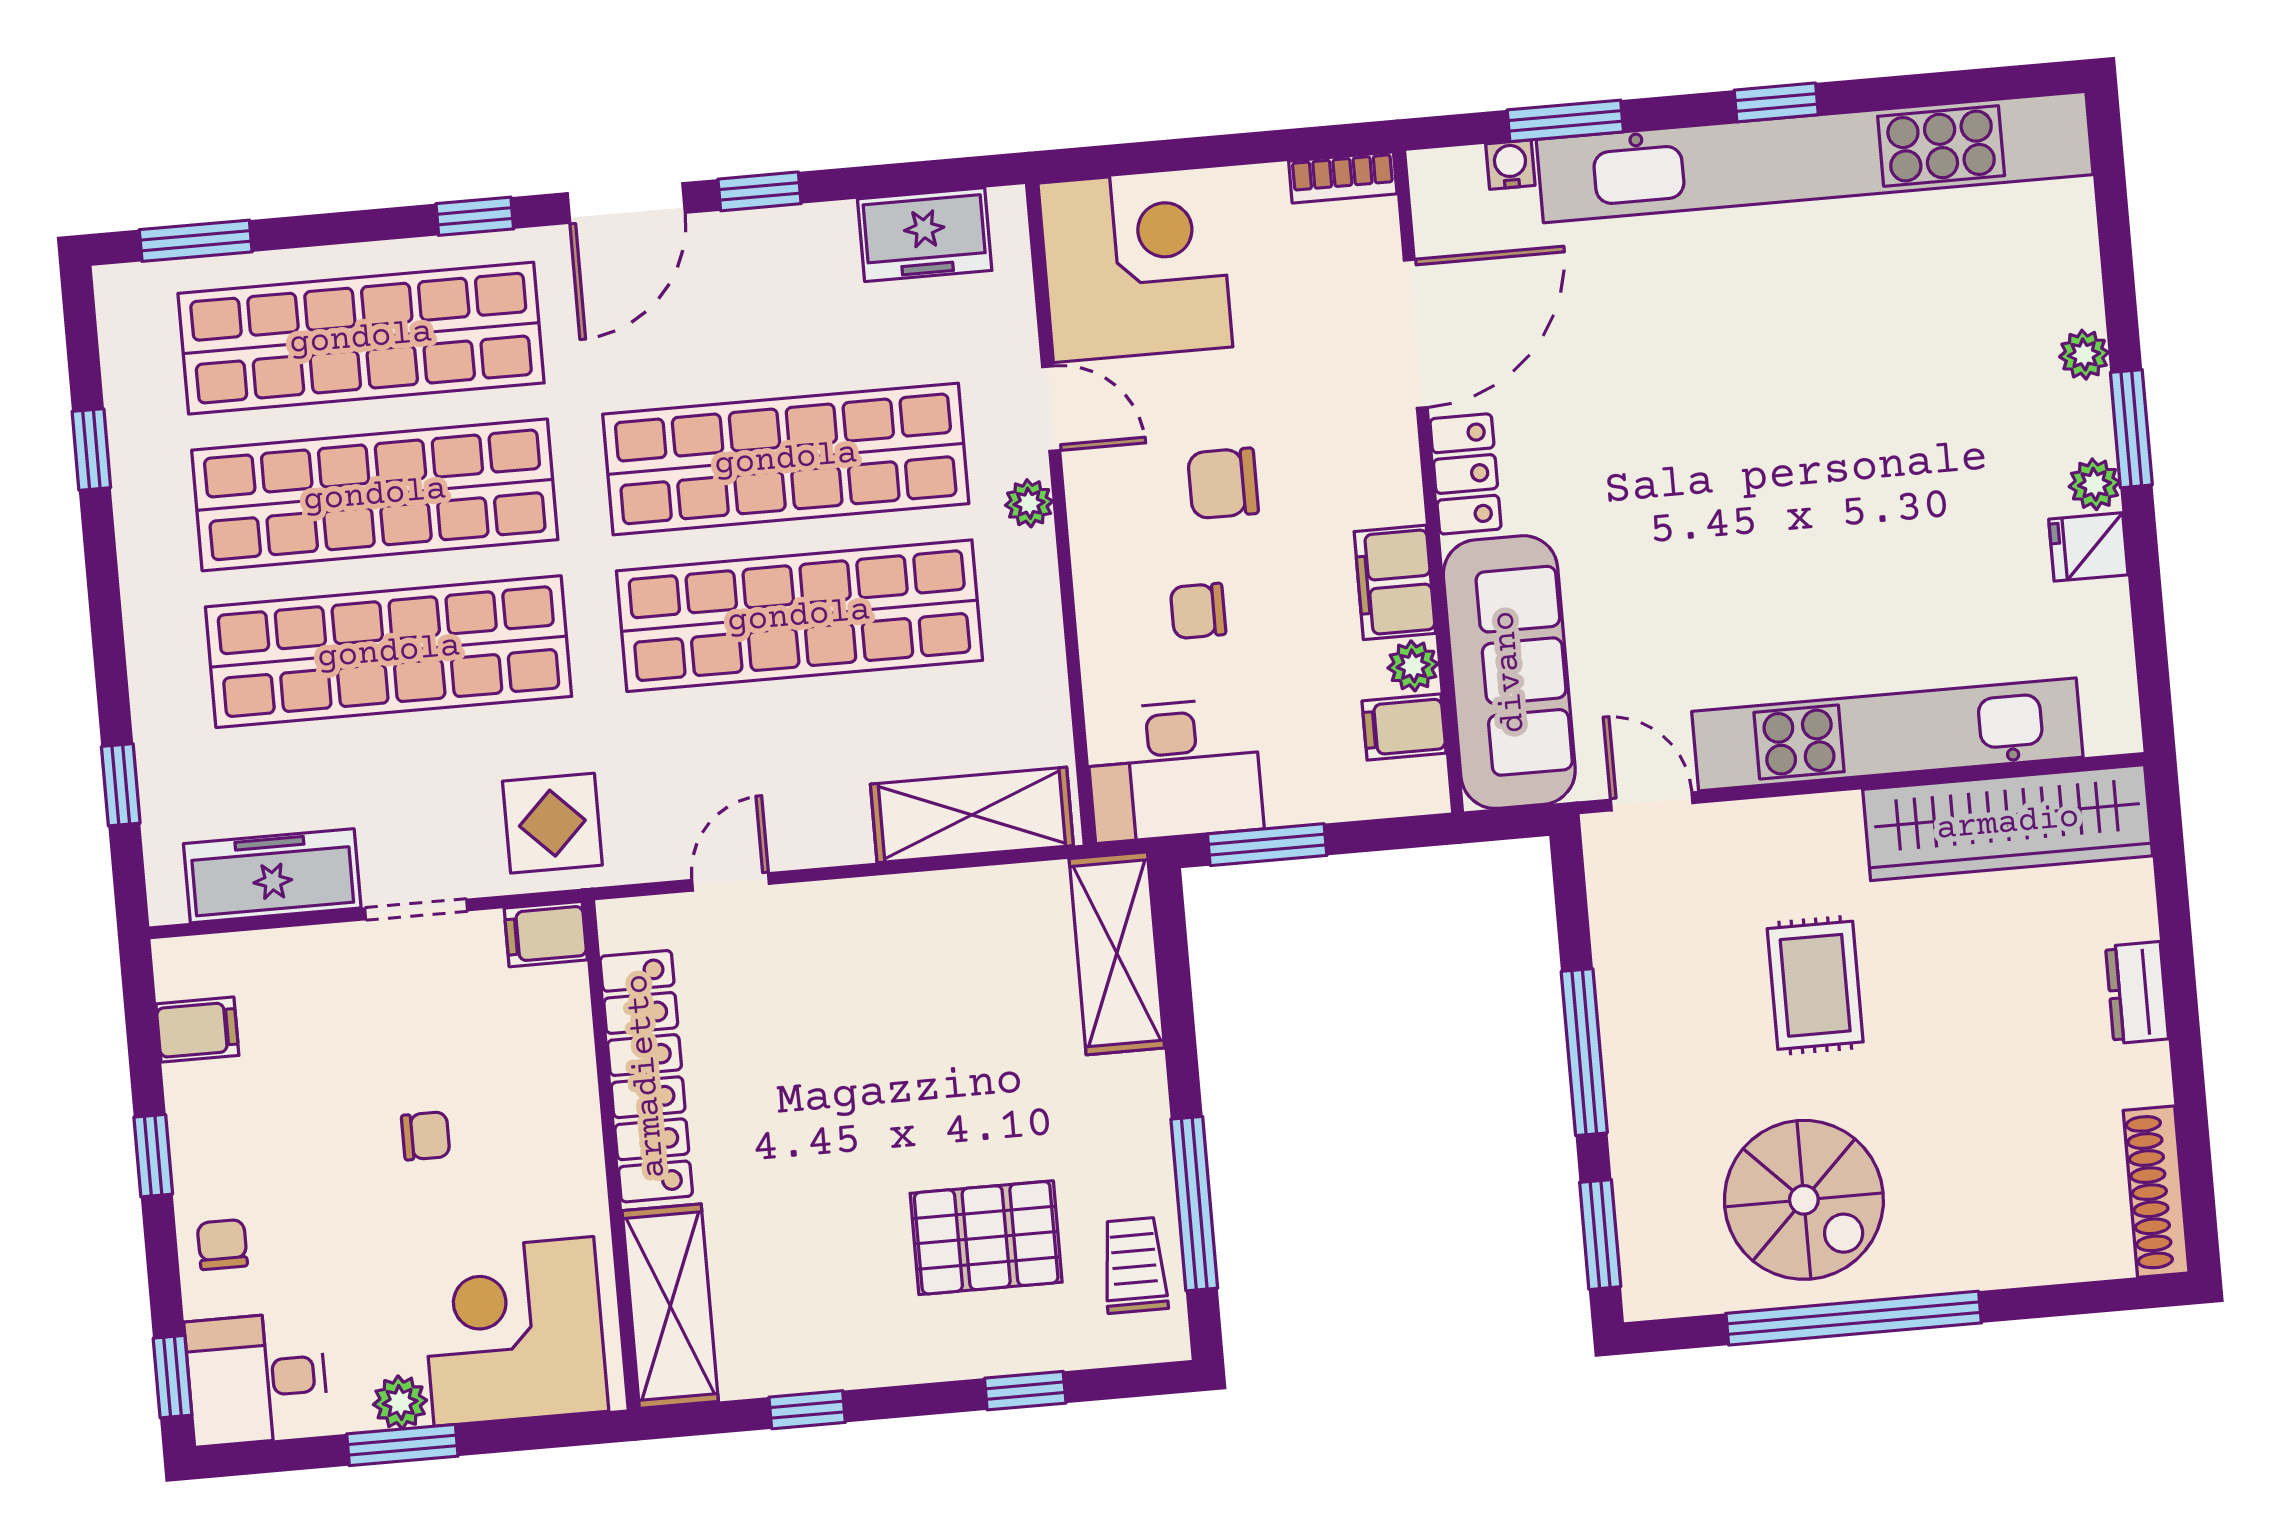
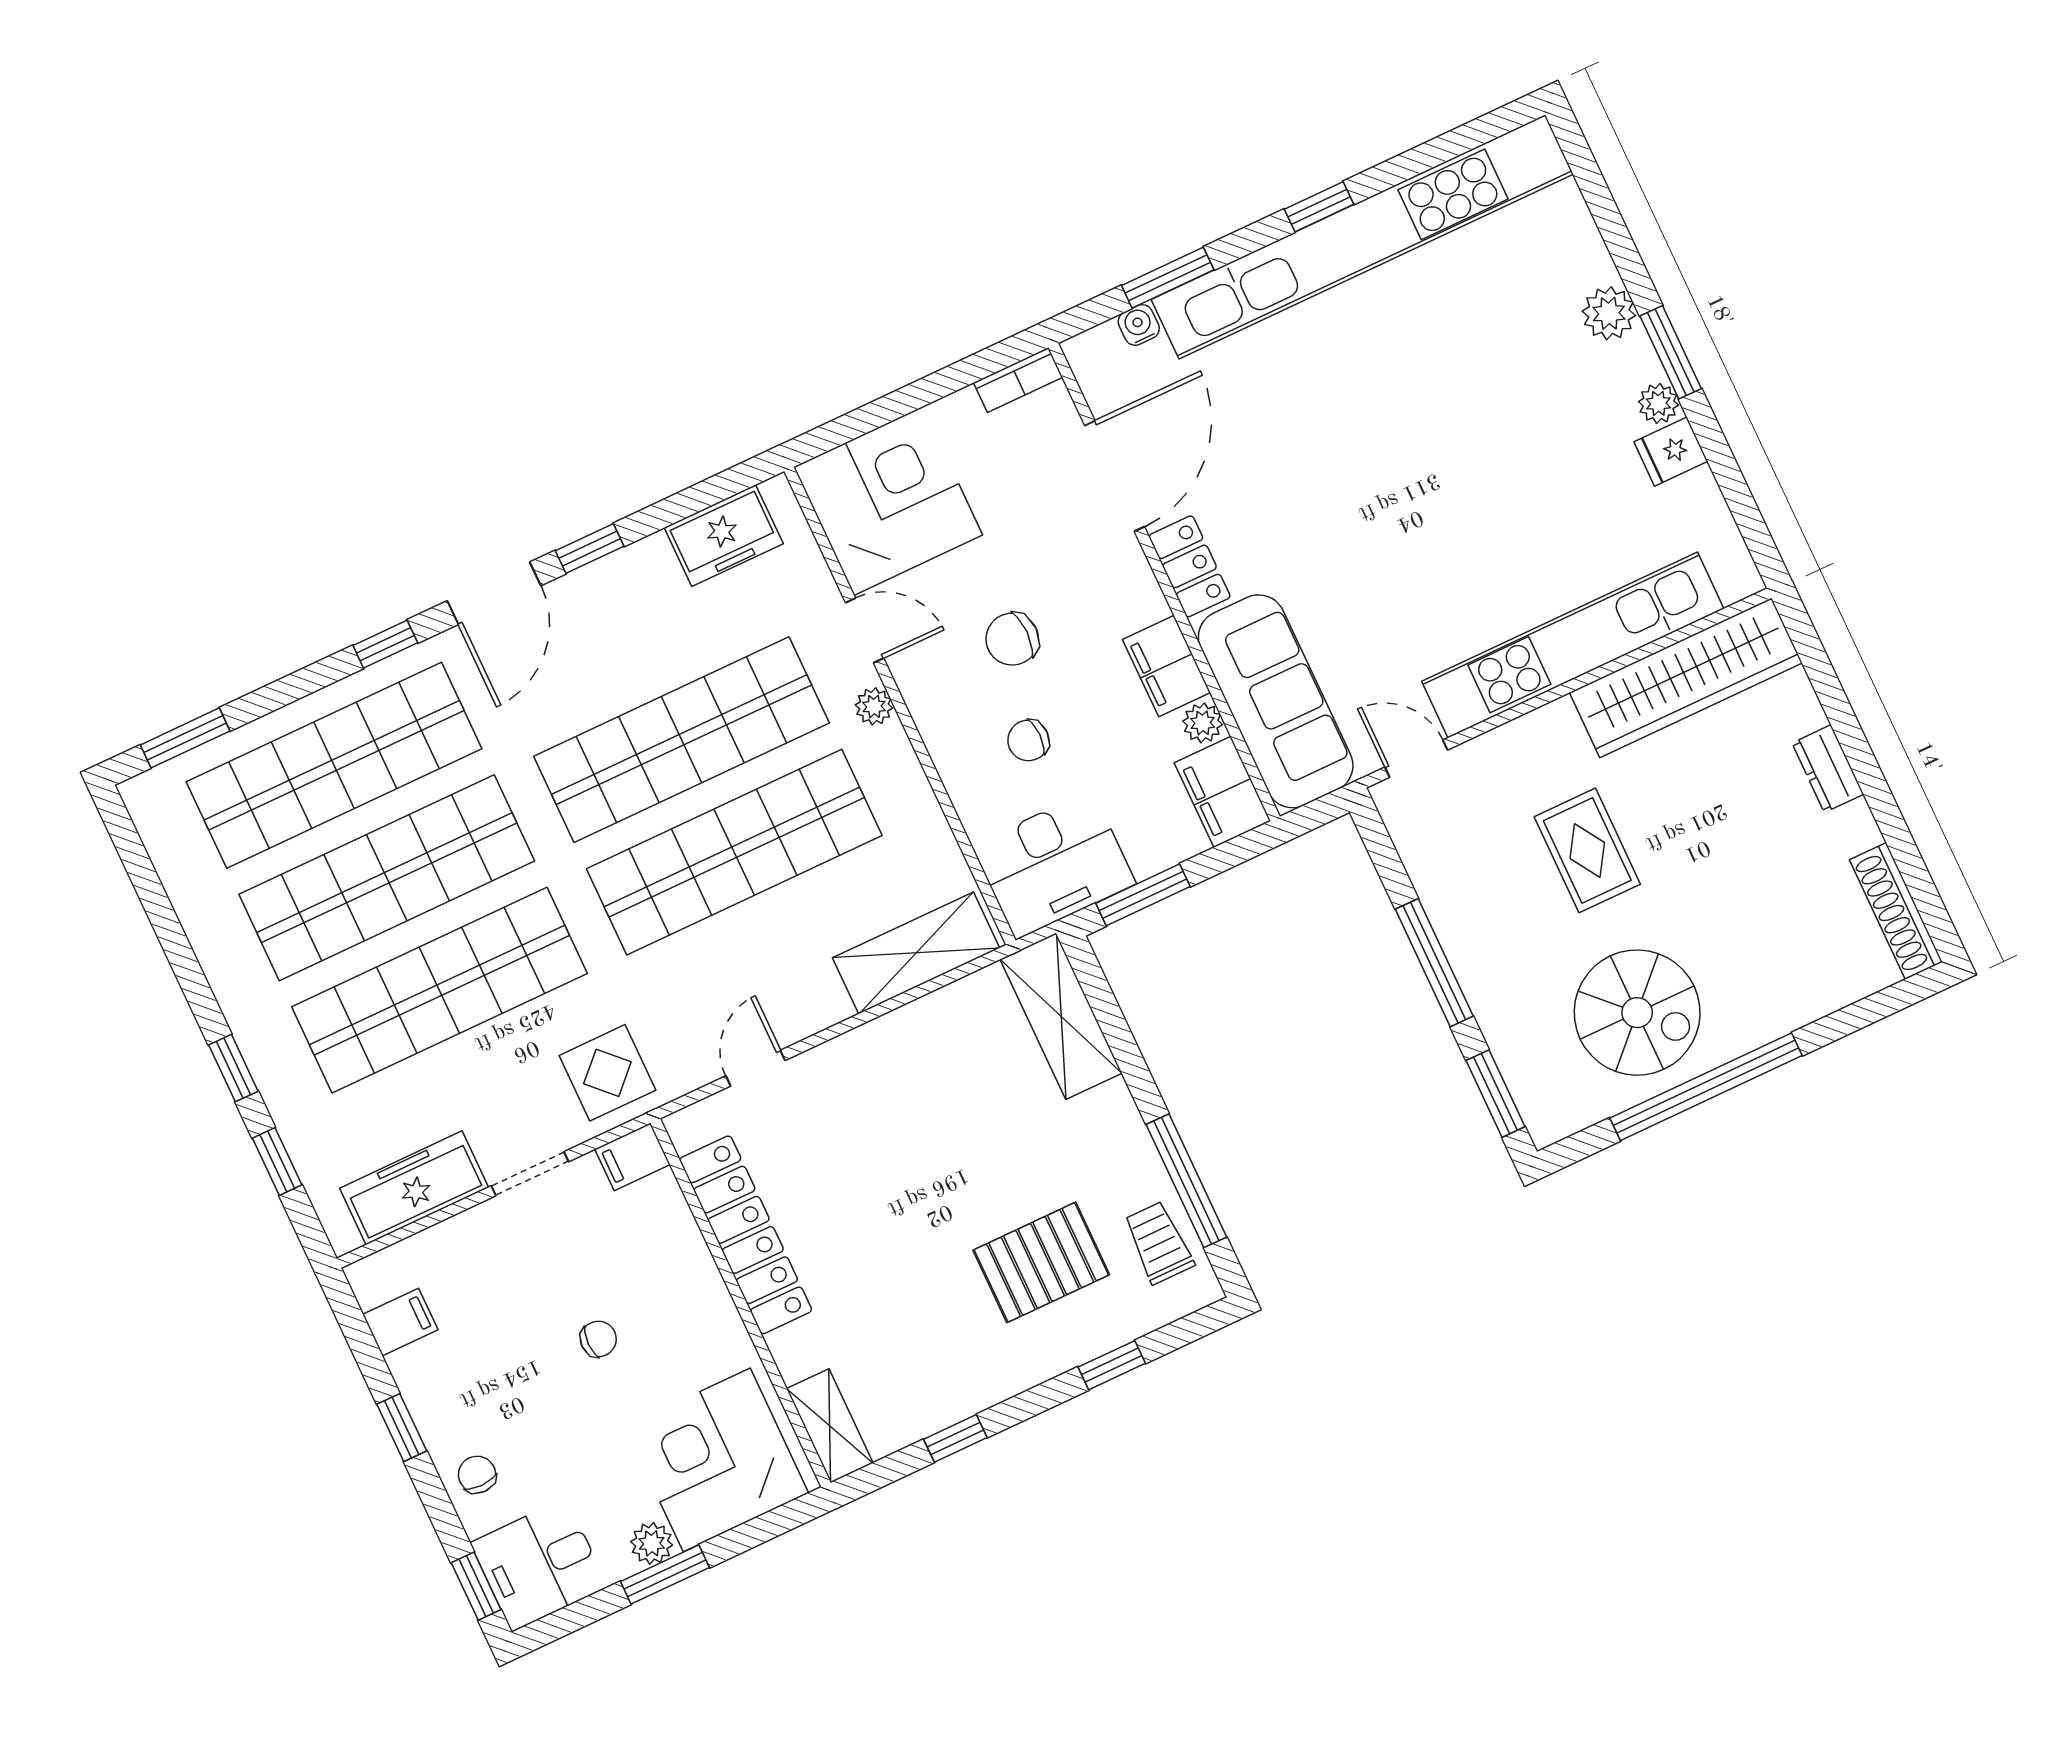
plant: (2084, 355) -> (1609, 313), width x1.38, depth x1.38
window: (91, 450) -> (233, 1068), moved
filing cabinet: (1404, 727) -> (1222, 792), width x2.00
shelving: (670, 1306) -> (830, 1426), width x0.67, depth x0.75

